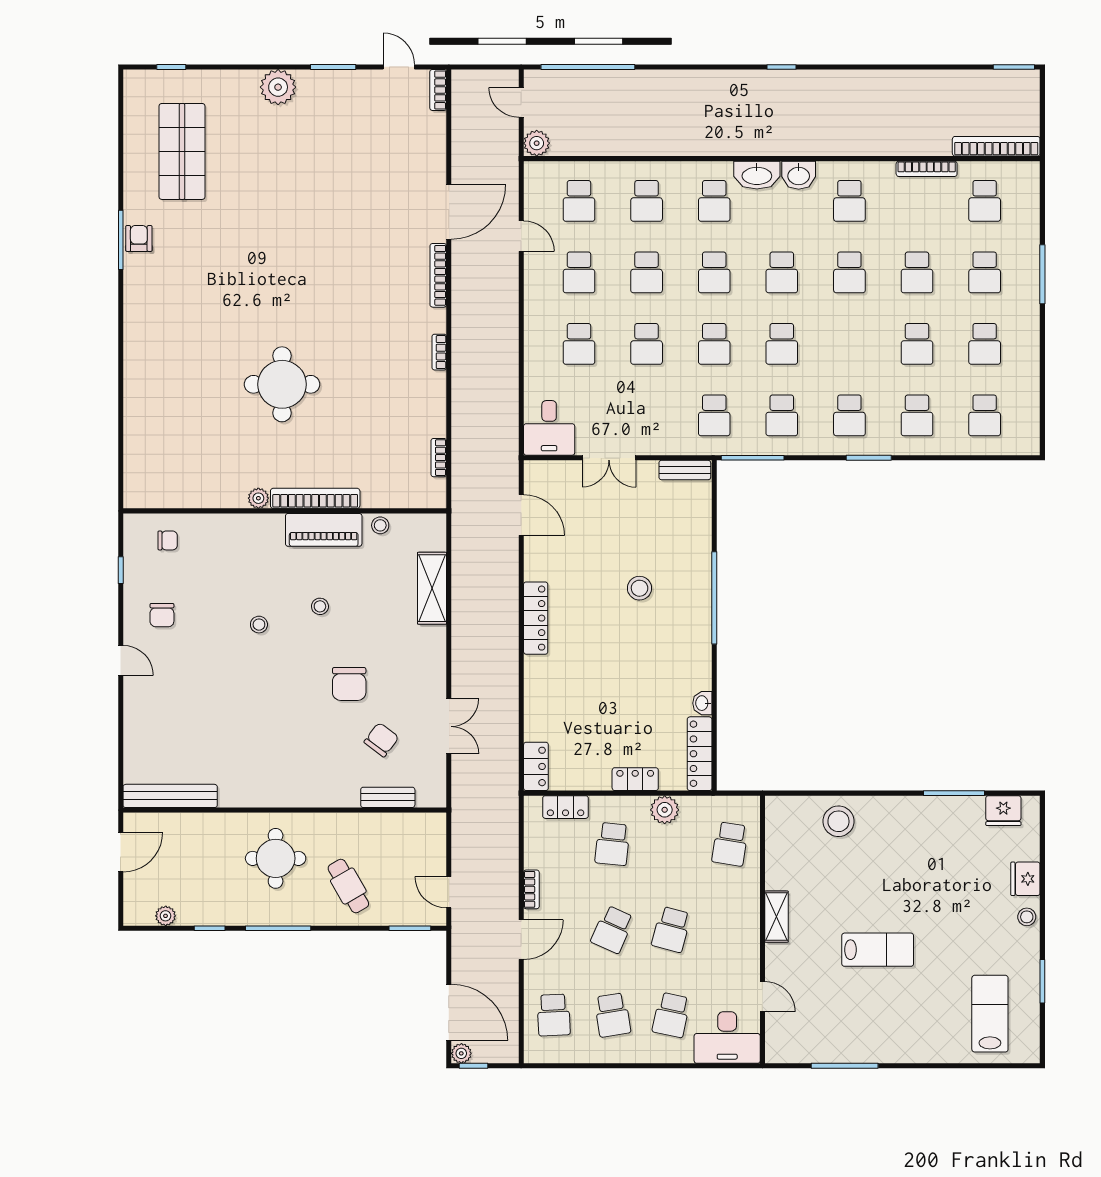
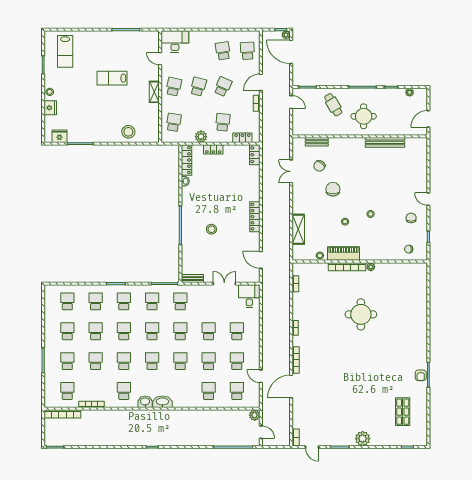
shop shelf: (182, 151) -> (403, 412), width x0.70, depth x0.74
school desk: (714, 201) -> (124, 331), moved
bench: (170, 796) -> (385, 142), moved
school desk: (671, 1015) -> (174, 87), moved

